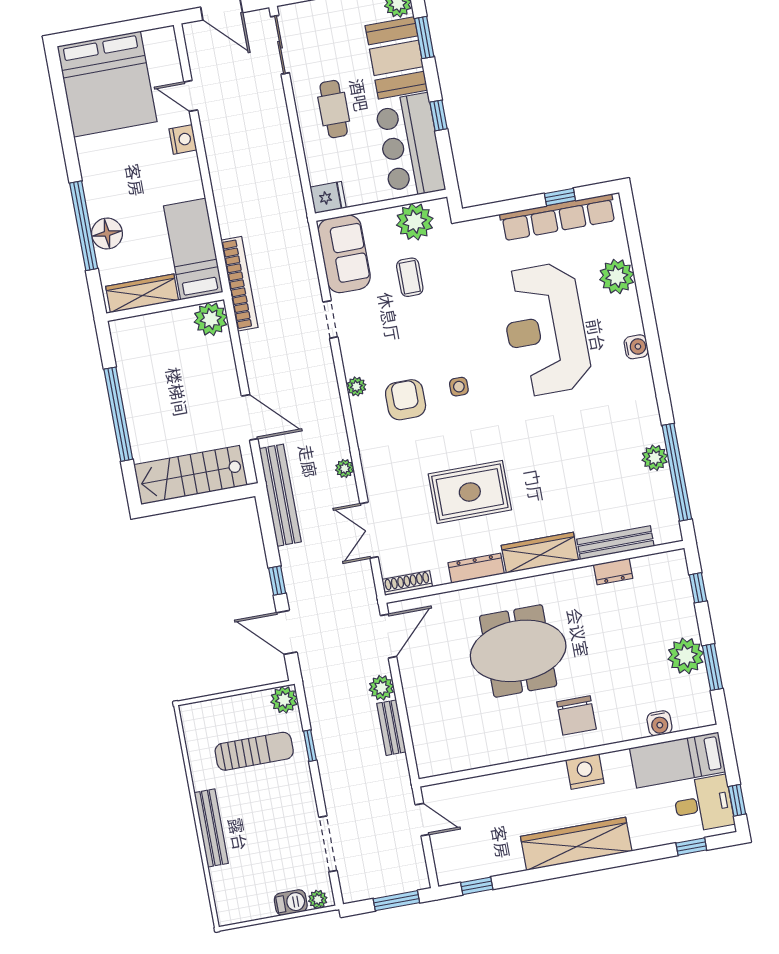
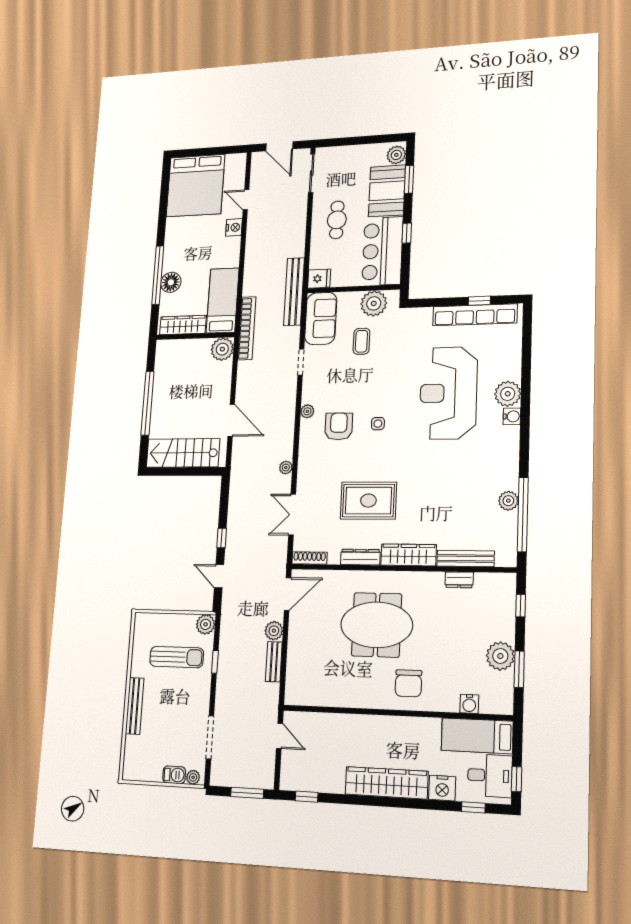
plant: (617, 277) -> (508, 394), moved
bench: (280, 495) -> (294, 292), moved
door: (287, 632) -> (219, 576), width x0.73
nightstand: (585, 772) -> (442, 788), moved, turned 180

